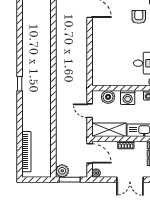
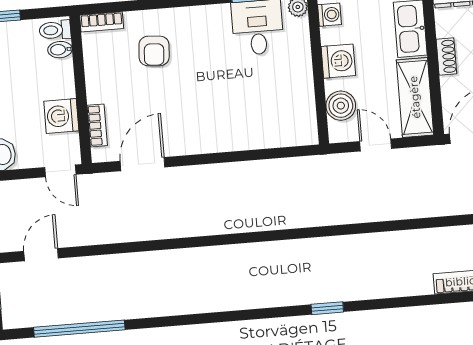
armchair: (139, 17) -> (154, 51), turned -86
door: (90, 111) -> (376, 145), swing flipped

